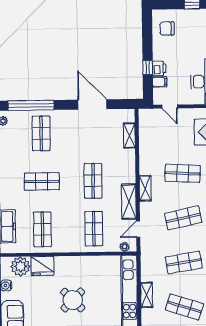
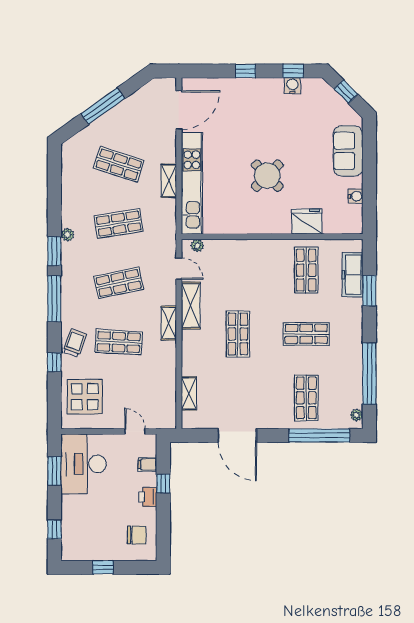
printer: (159, 68) -> (148, 497), moved
shop shelf: (94, 229) -> (238, 270), removed
door: (138, 229) -> (179, 269), hinge flipped
plant: (20, 266) -> (336, 221), removed

